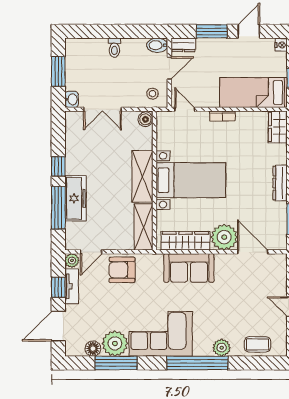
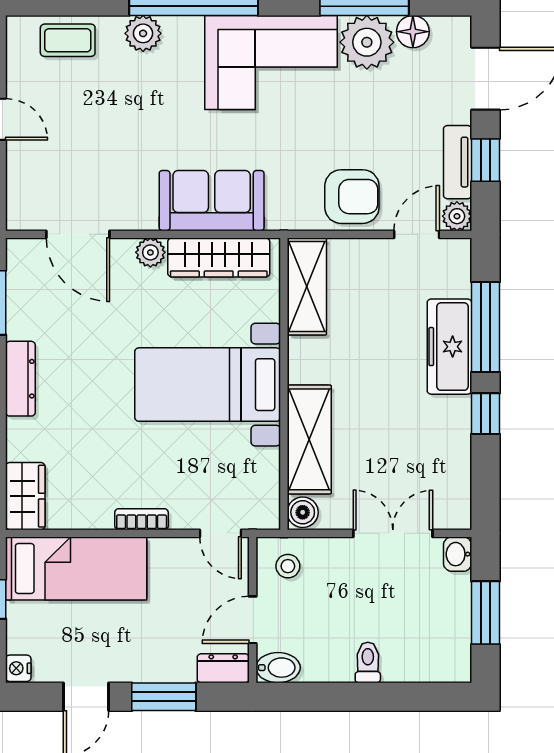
shelving: (142, 176) -> (309, 439), moved
plant: (224, 237) -> (150, 252), width x0.53, depth x0.53

